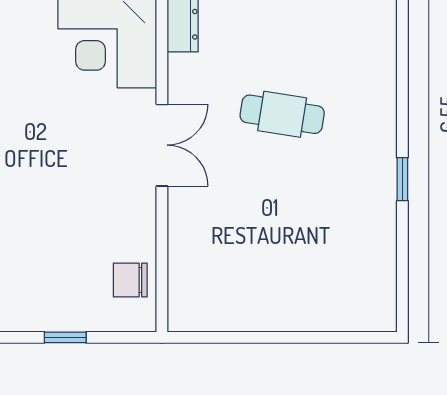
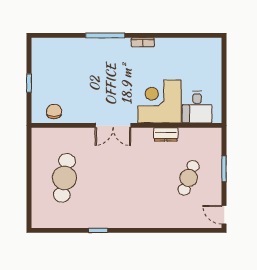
cafe table: (282, 114) -> (64, 178), moved, width x1.37, depth x1.35

